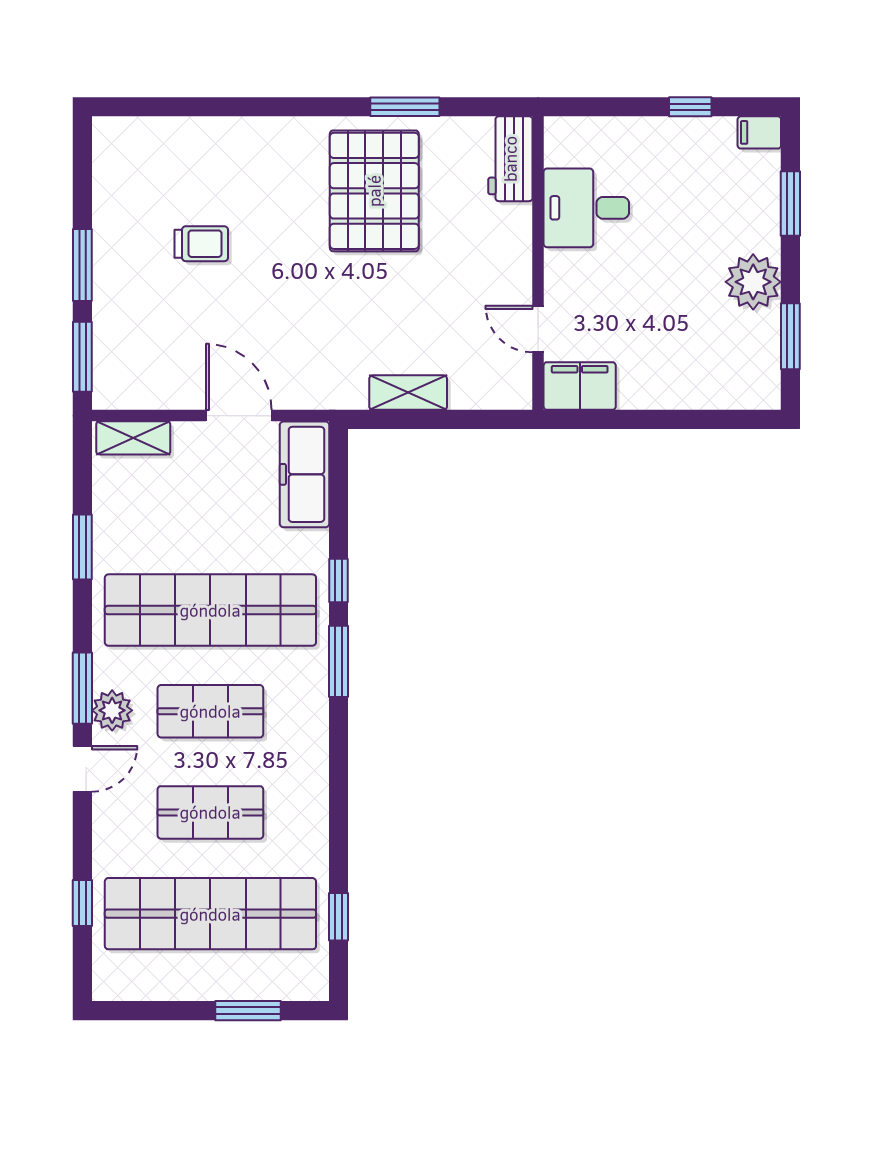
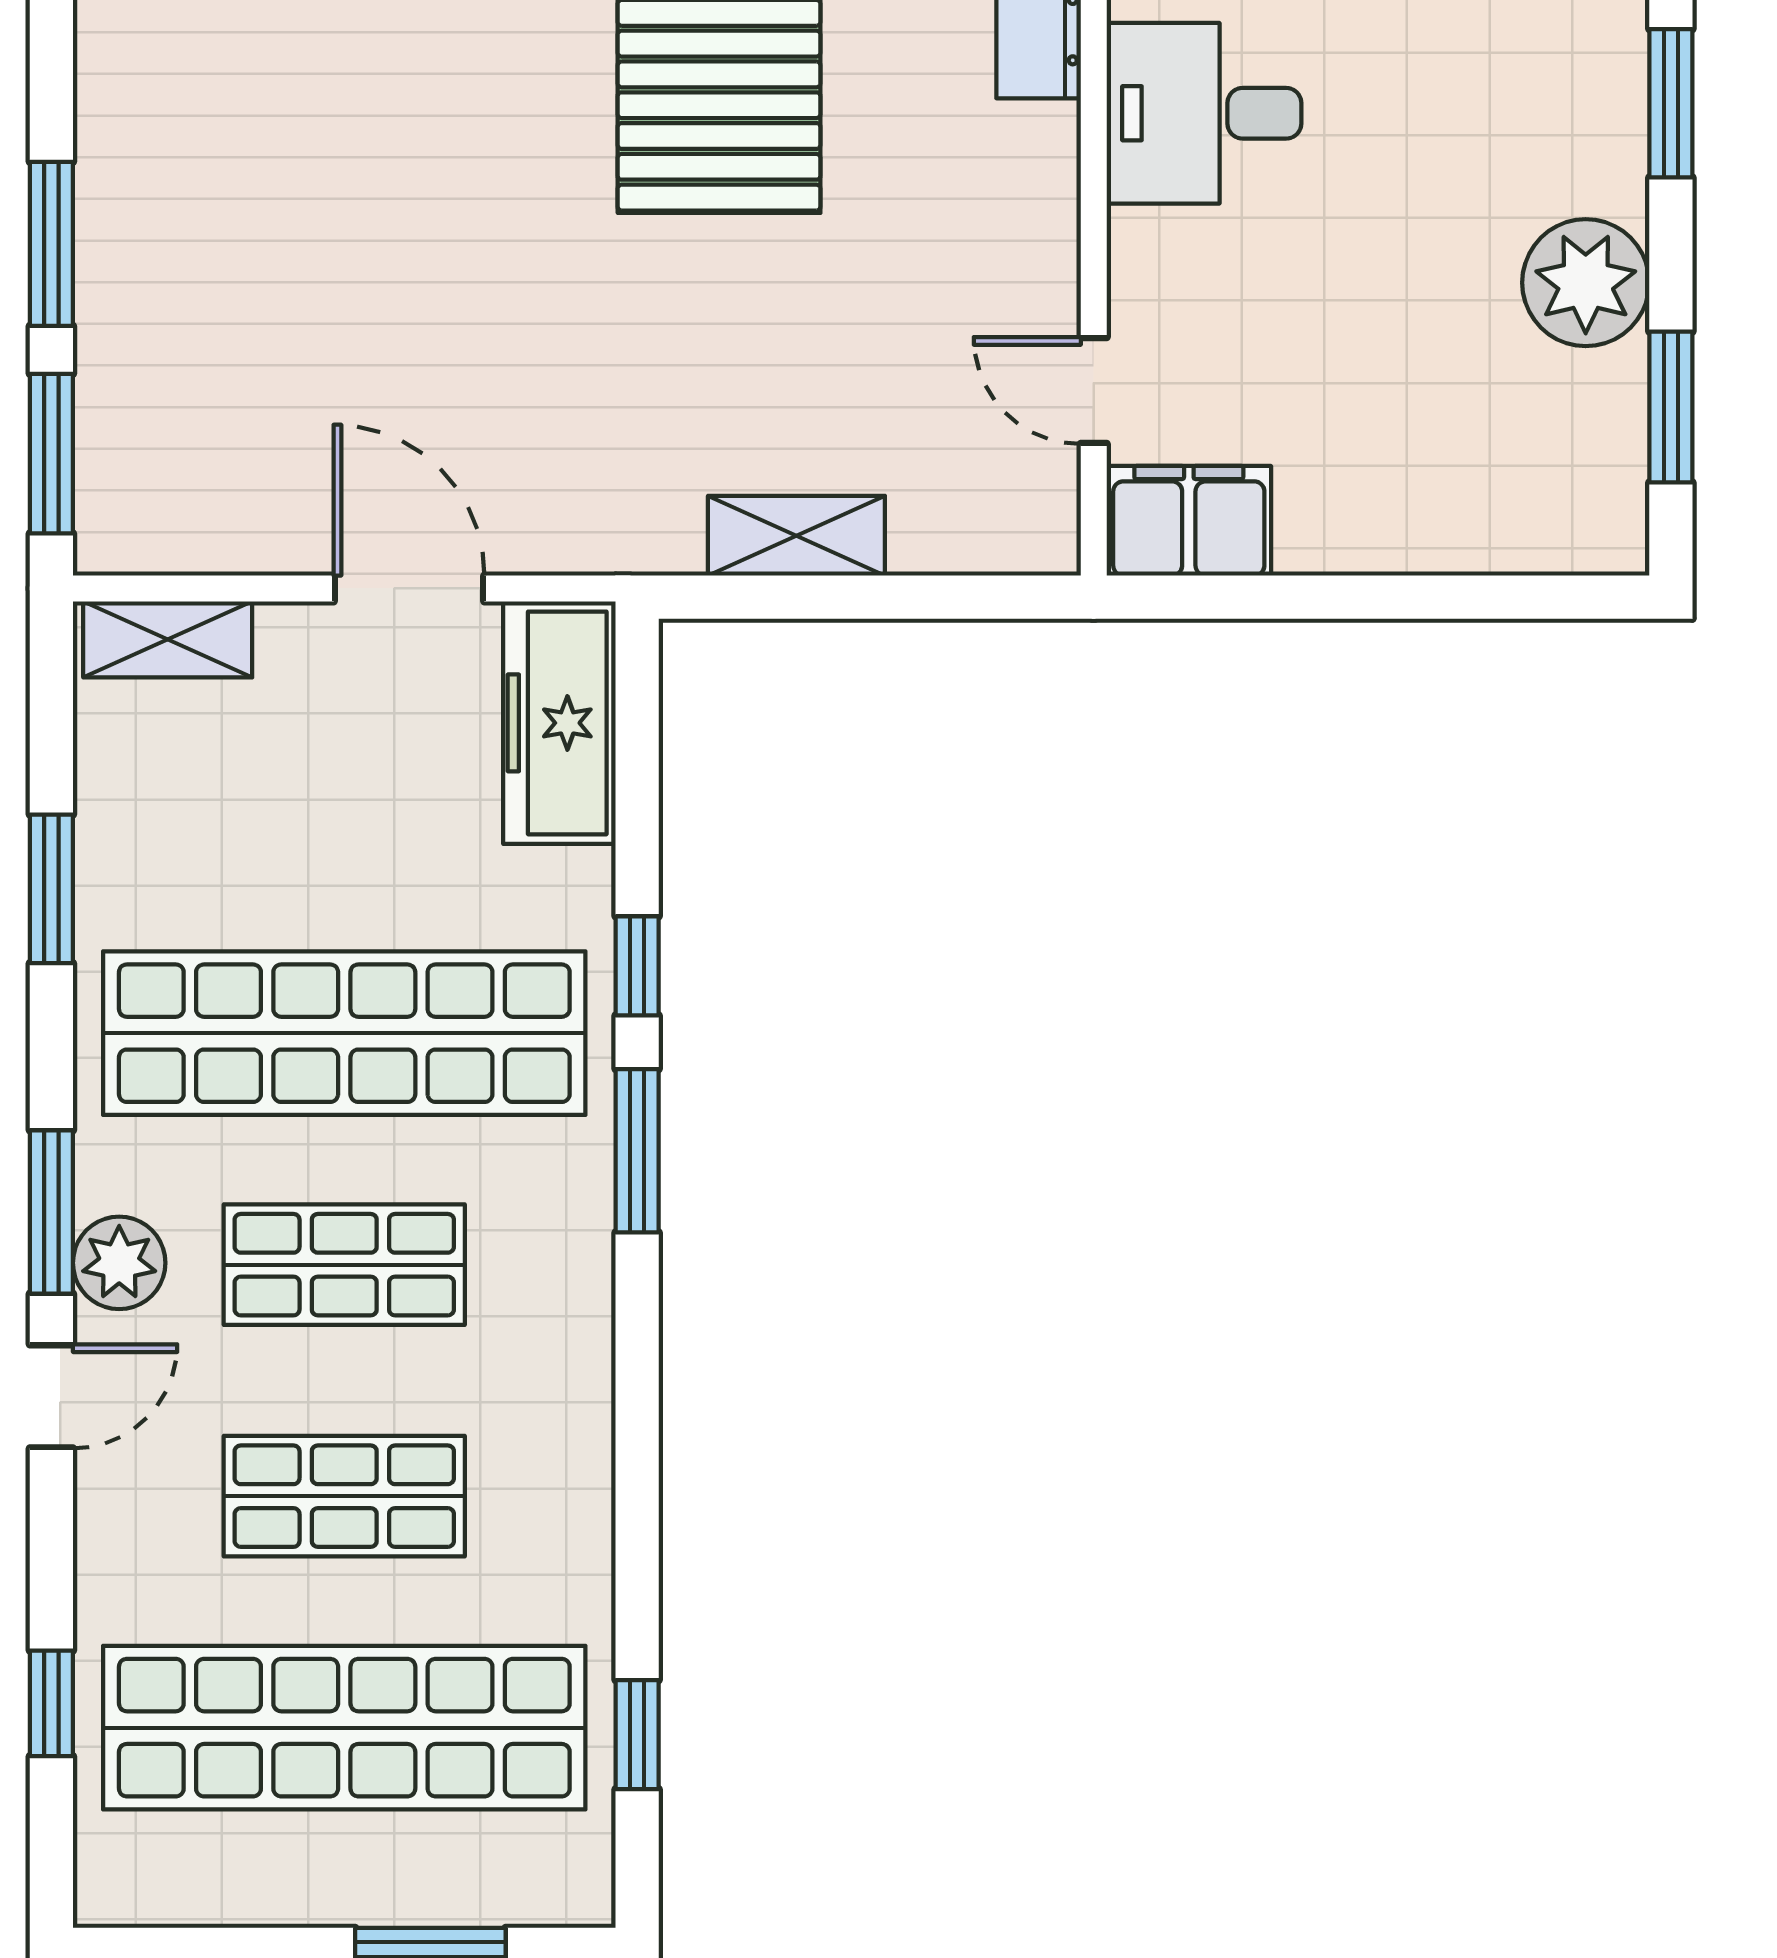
trolley: (201, 244) -> (323, 195), removed

